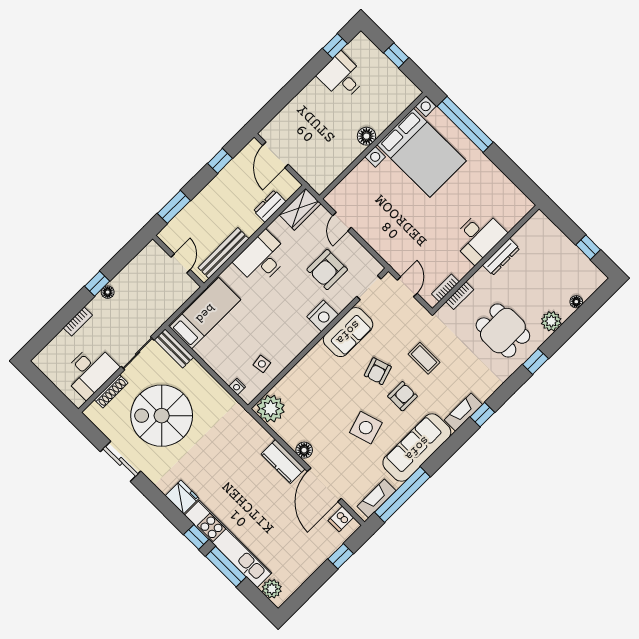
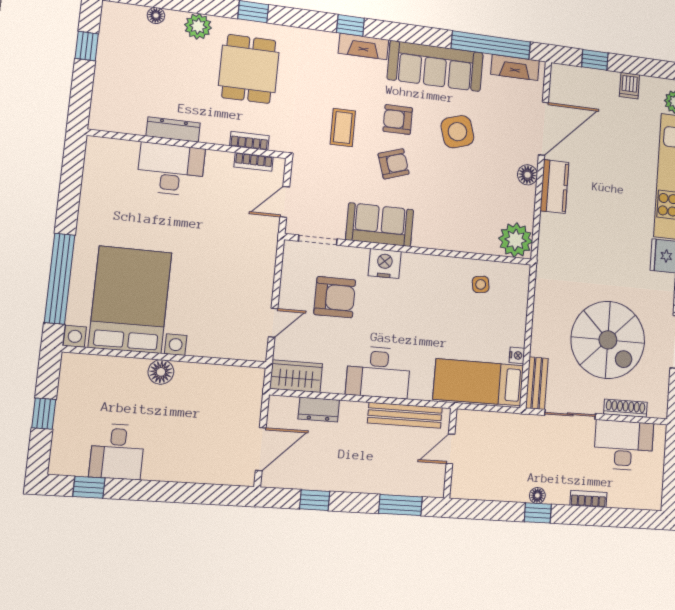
nightstand: (237, 387) -> (517, 355), moved
dishwasher: (341, 519) -> (629, 86), moved, turned 90

